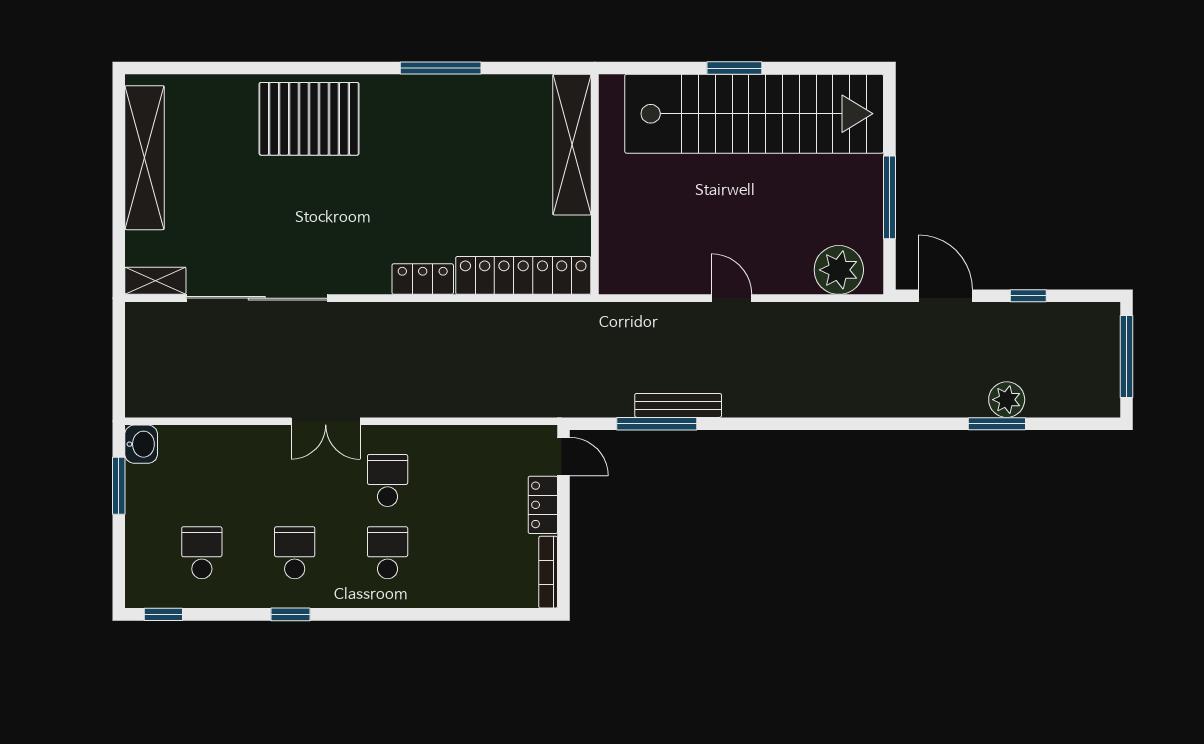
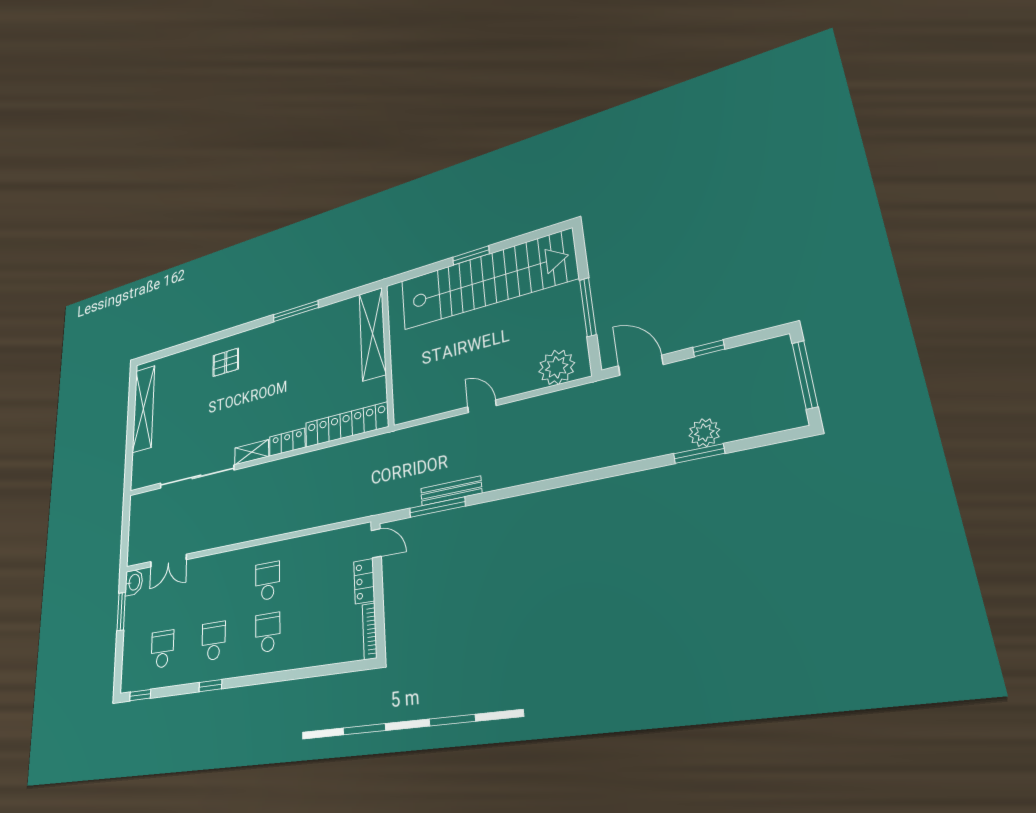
pallet: (309, 119) -> (226, 362), width x0.49, depth x0.50
shelving: (155, 281) -> (252, 452), moved
double door: (326, 421) -> (168, 561), moved

